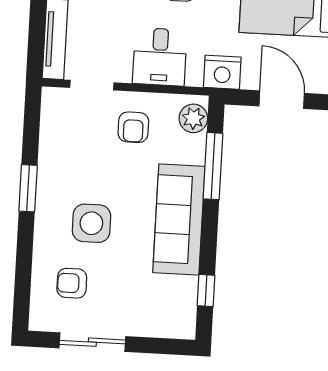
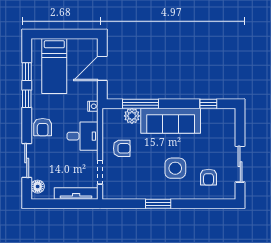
nightstand: (222, 72) -> (93, 106), width x0.53, depth x0.56
plant: (193, 118) -> (132, 116), moved

